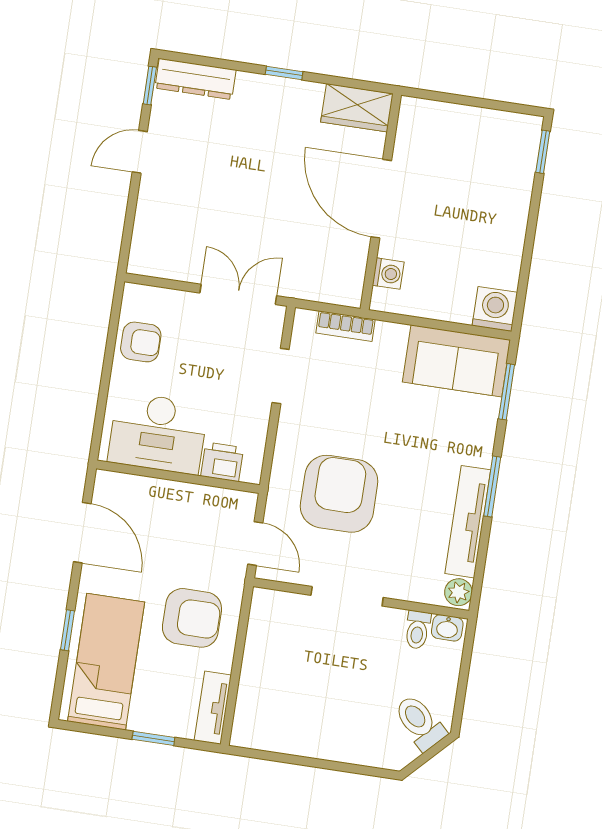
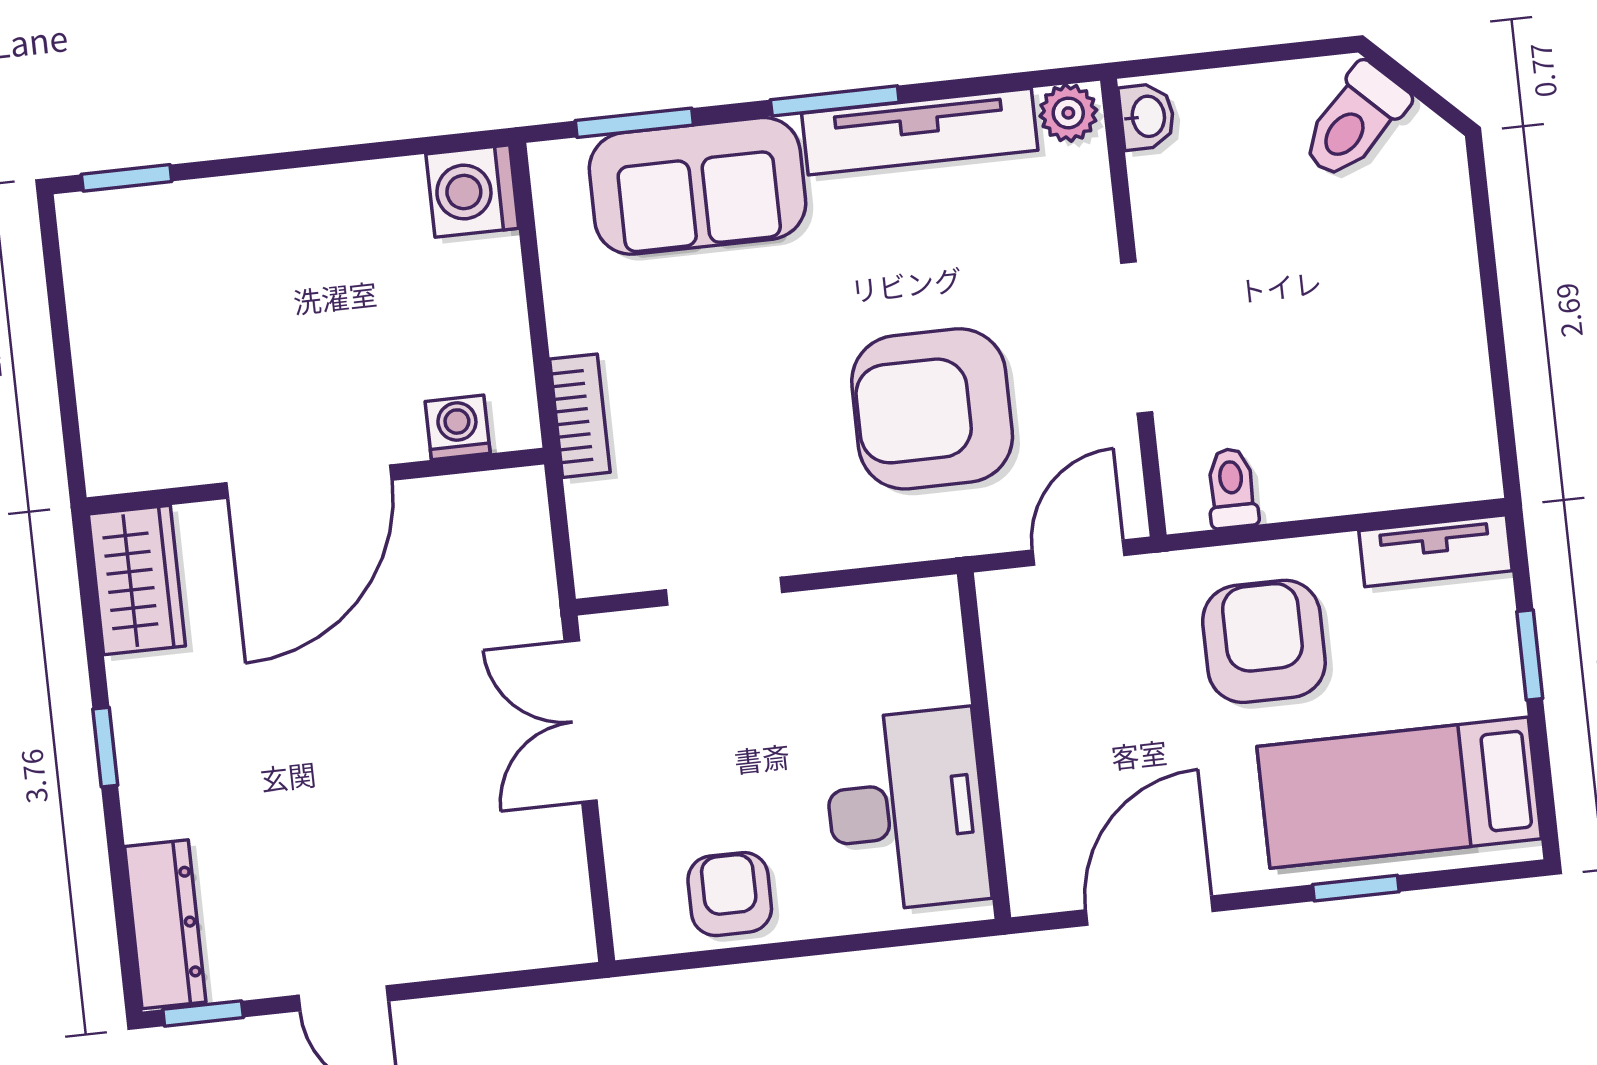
bookcase: (345, 326) -> (580, 416), moved
sofa: (456, 361) -> (697, 186), moved, turned 90
printer: (222, 462) -> (930, 664), removed
toilet: (418, 630) -> (1232, 488), moved, turned -90

